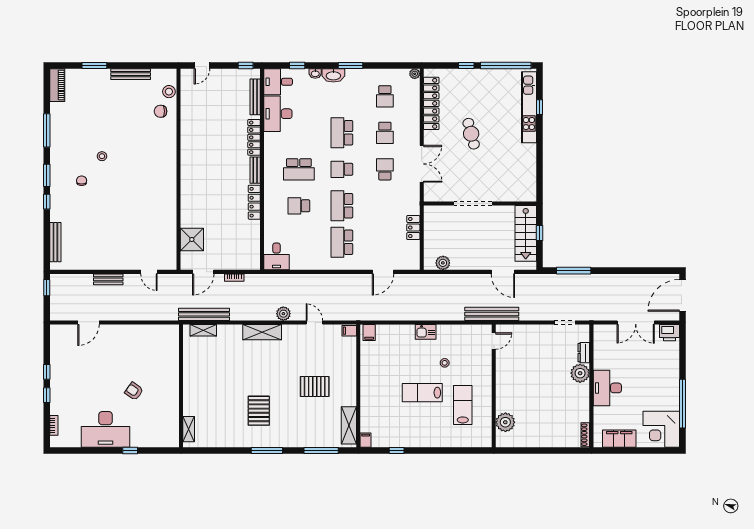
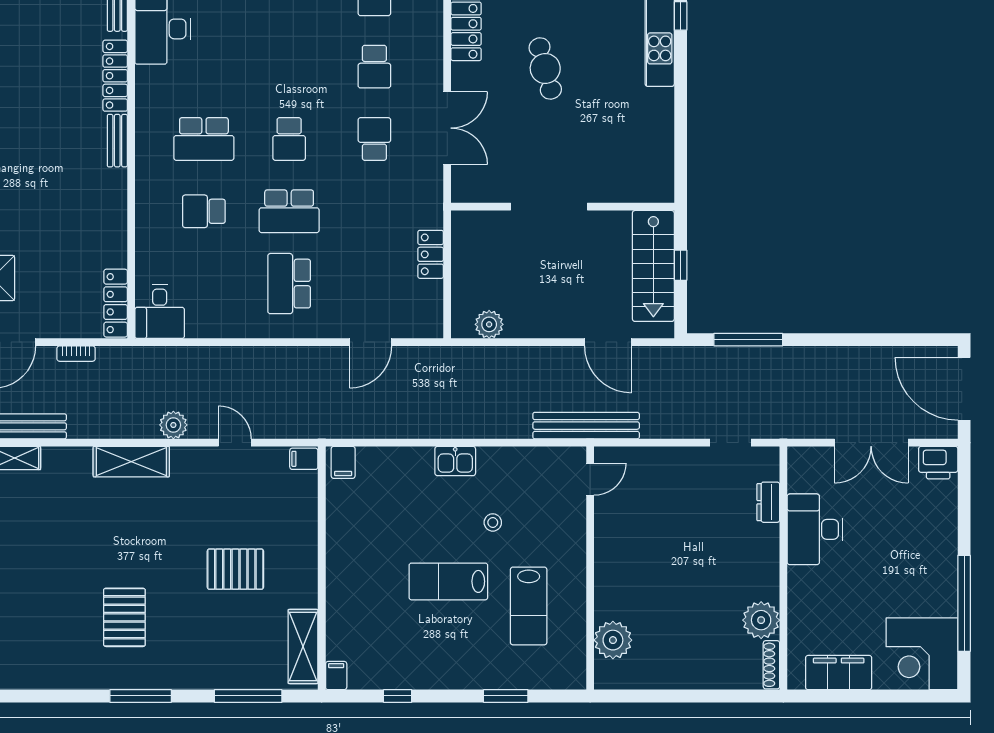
school desk: (342, 133) -> (289, 67), removed
school desk: (342, 169) -> (289, 139), turned -90
locker: (254, 202) -> (116, 303), moved
school desk: (342, 206) -> (289, 211), turned -90
door: (683, 295) -> (964, 389), hinge flipped
plant: (580, 373) -> (761, 620), moved
desk: (607, 388) -> (815, 529), moved
lab bench: (463, 405) -> (529, 606), turned 180
window: (451, 450) -> (506, 696), added

